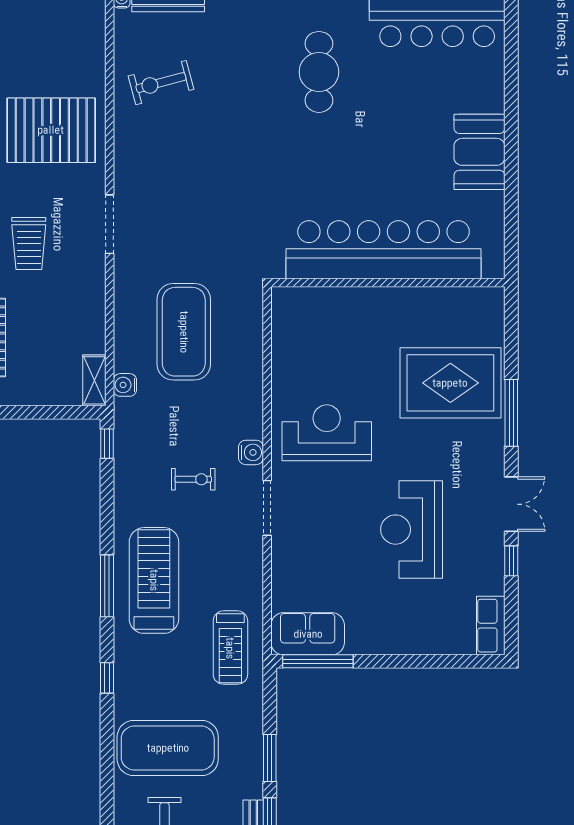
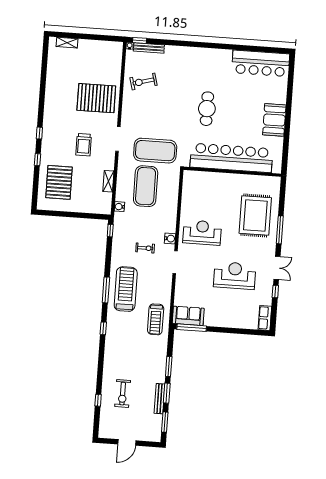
cafe table: (319, 72) -> (207, 109), moved
shelving: (94, 380) -> (108, 181), moved
rug: (450, 383) -> (255, 215), turned 90
reception desk: (412, 530) -> (235, 275), turned 90
exercise mat: (168, 748) -> (155, 151), moved

